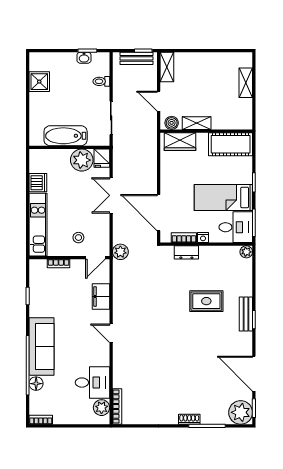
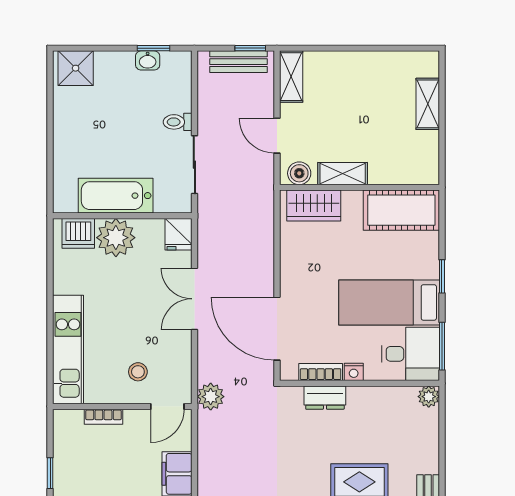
toilet: (101, 81) -> (178, 122), moved
shower: (39, 82) -> (76, 68), moved
plant: (82, 160) -> (116, 238), moved
dishwasher: (38, 183) -> (78, 233), moved, turned 90

